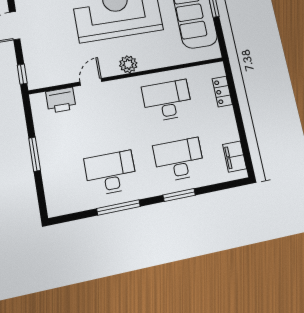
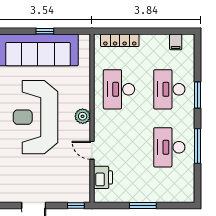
locker: (222, 92) -> (120, 40), width x1.53
filing cabinet: (235, 157) -> (176, 42), width x0.50

